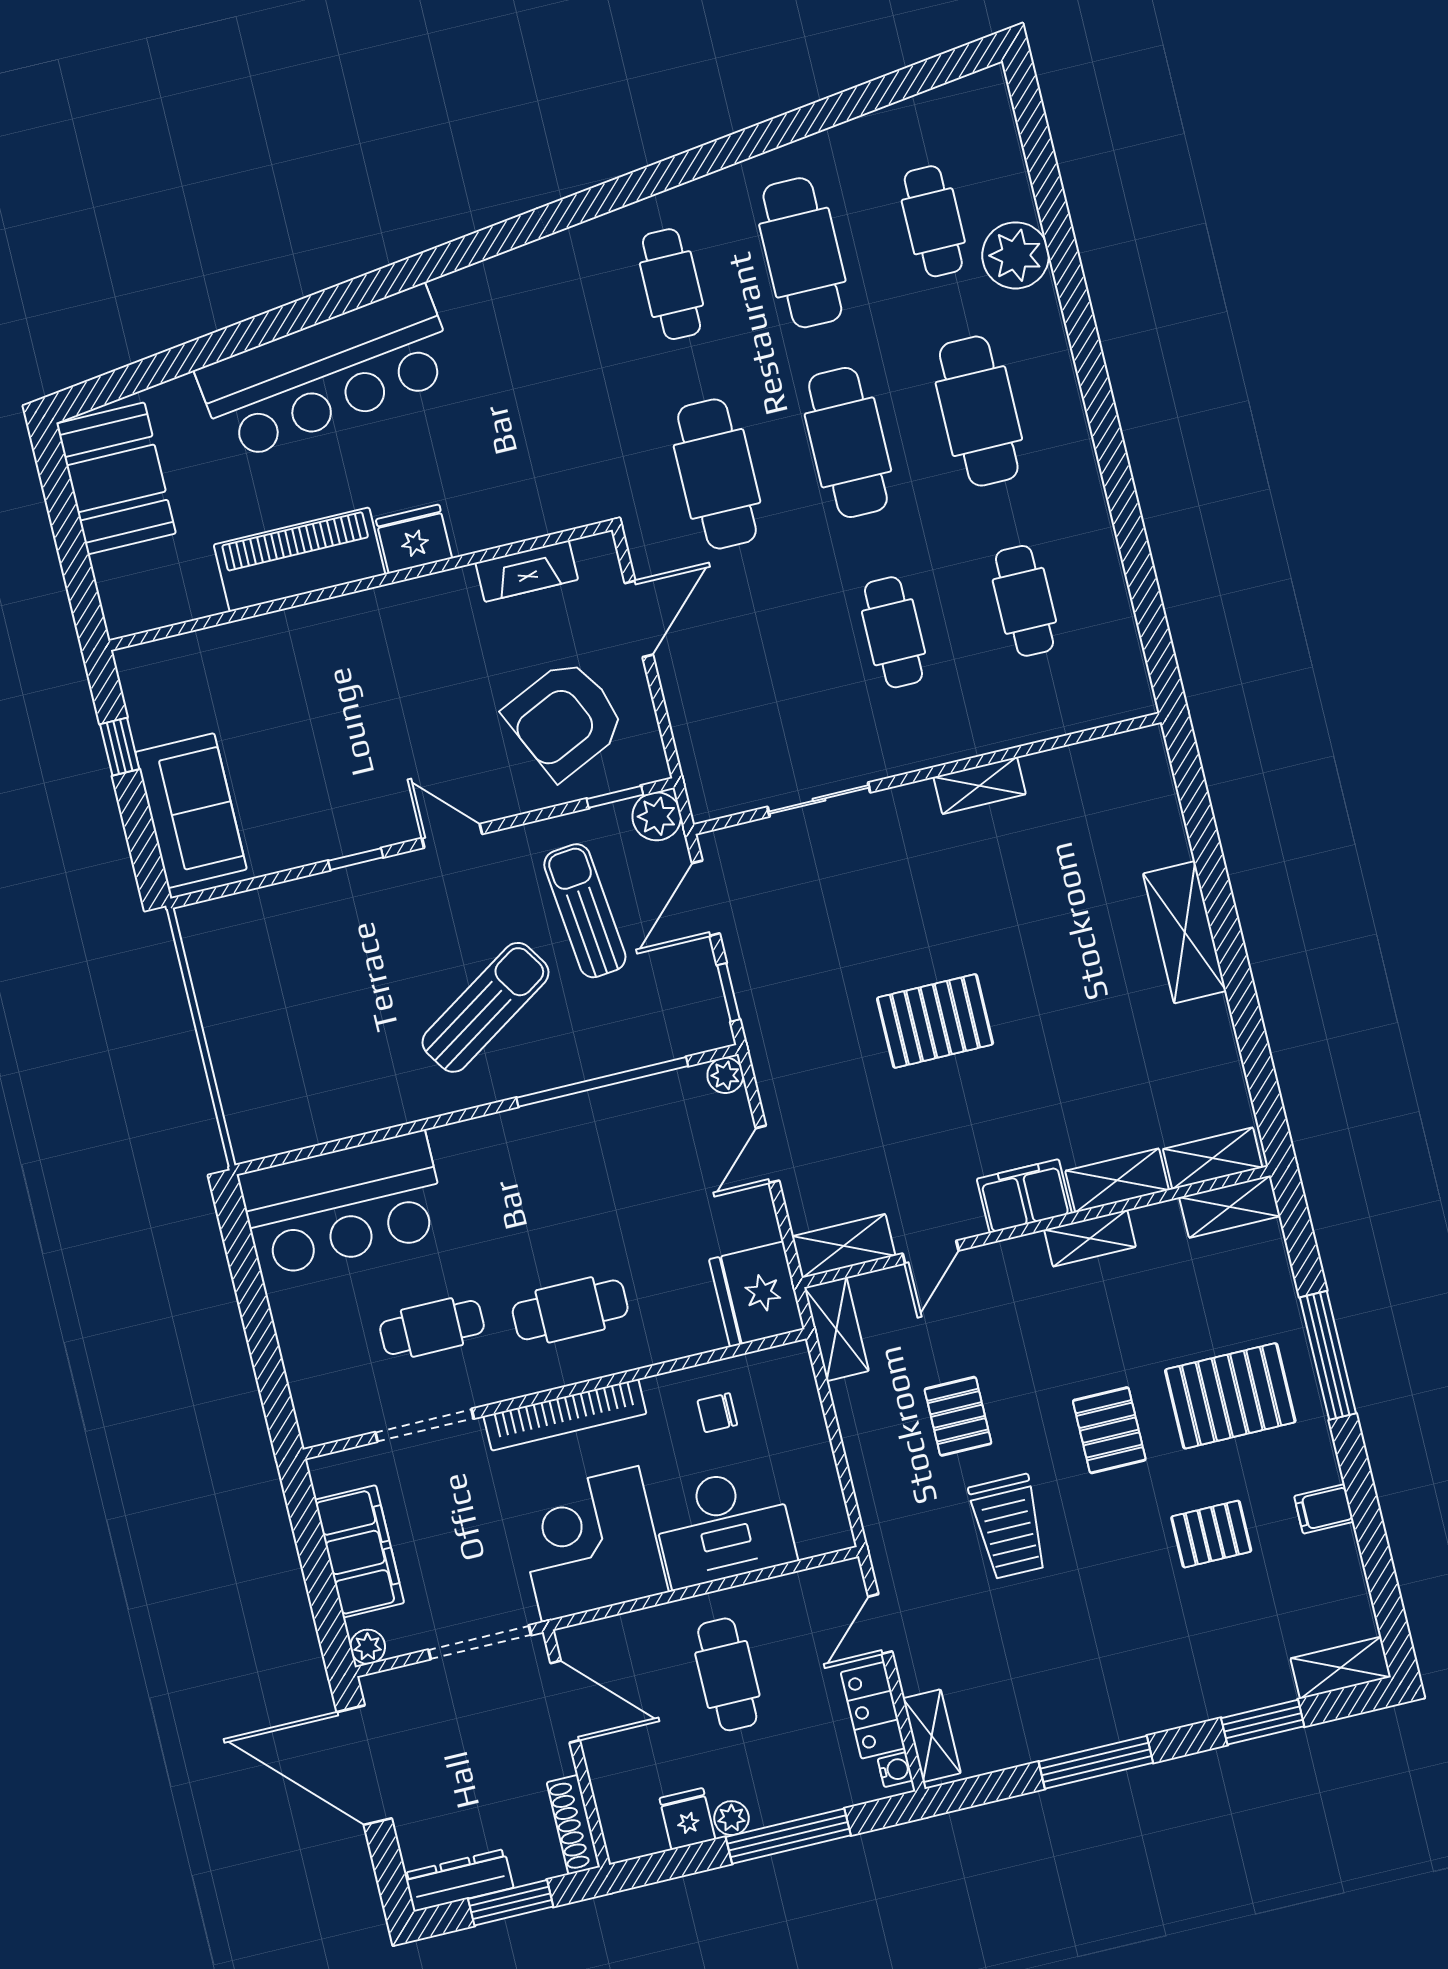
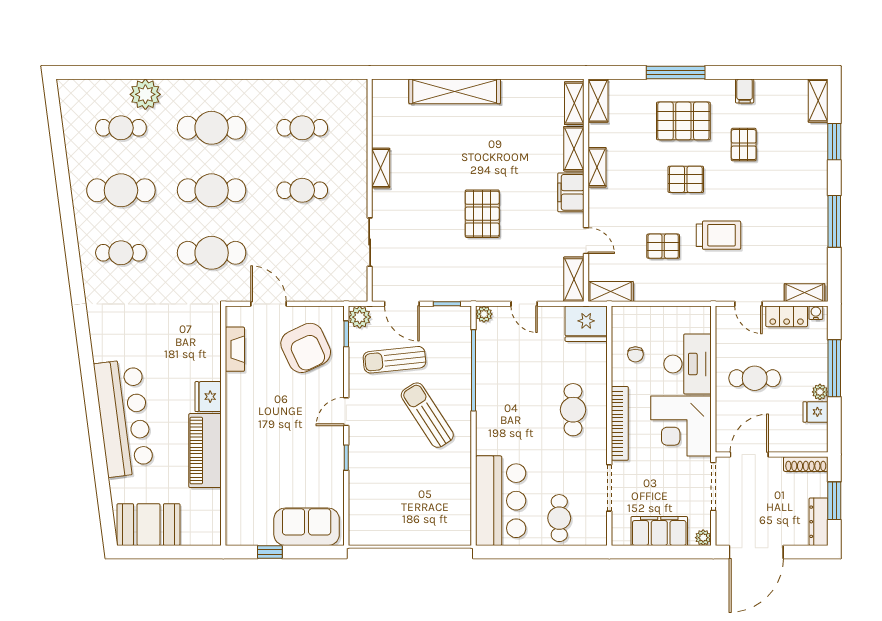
shelving: (1185, 932) -> (455, 91), width x1.47
cafe table: (432, 1327) -> (559, 518), moved
pallet: (1230, 1396) -> (683, 121), turned 90

